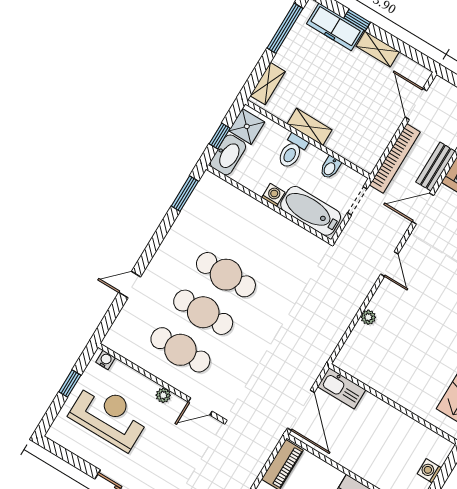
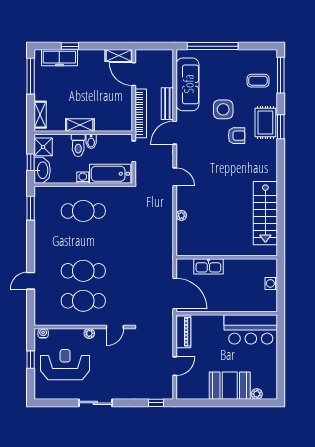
shelving: (378, 49) -> (119, 56), moved
bidet: (330, 167) -> (91, 141), moved
cafe table: (226, 275) -> (83, 211), moved
kitchen sink: (342, 388) -> (208, 266), moved

